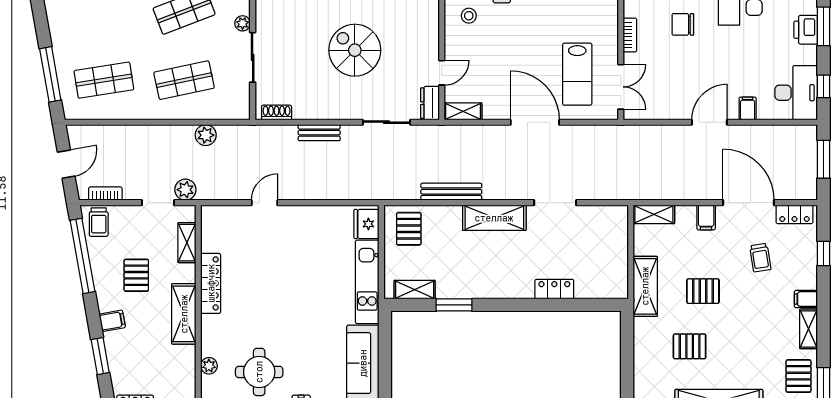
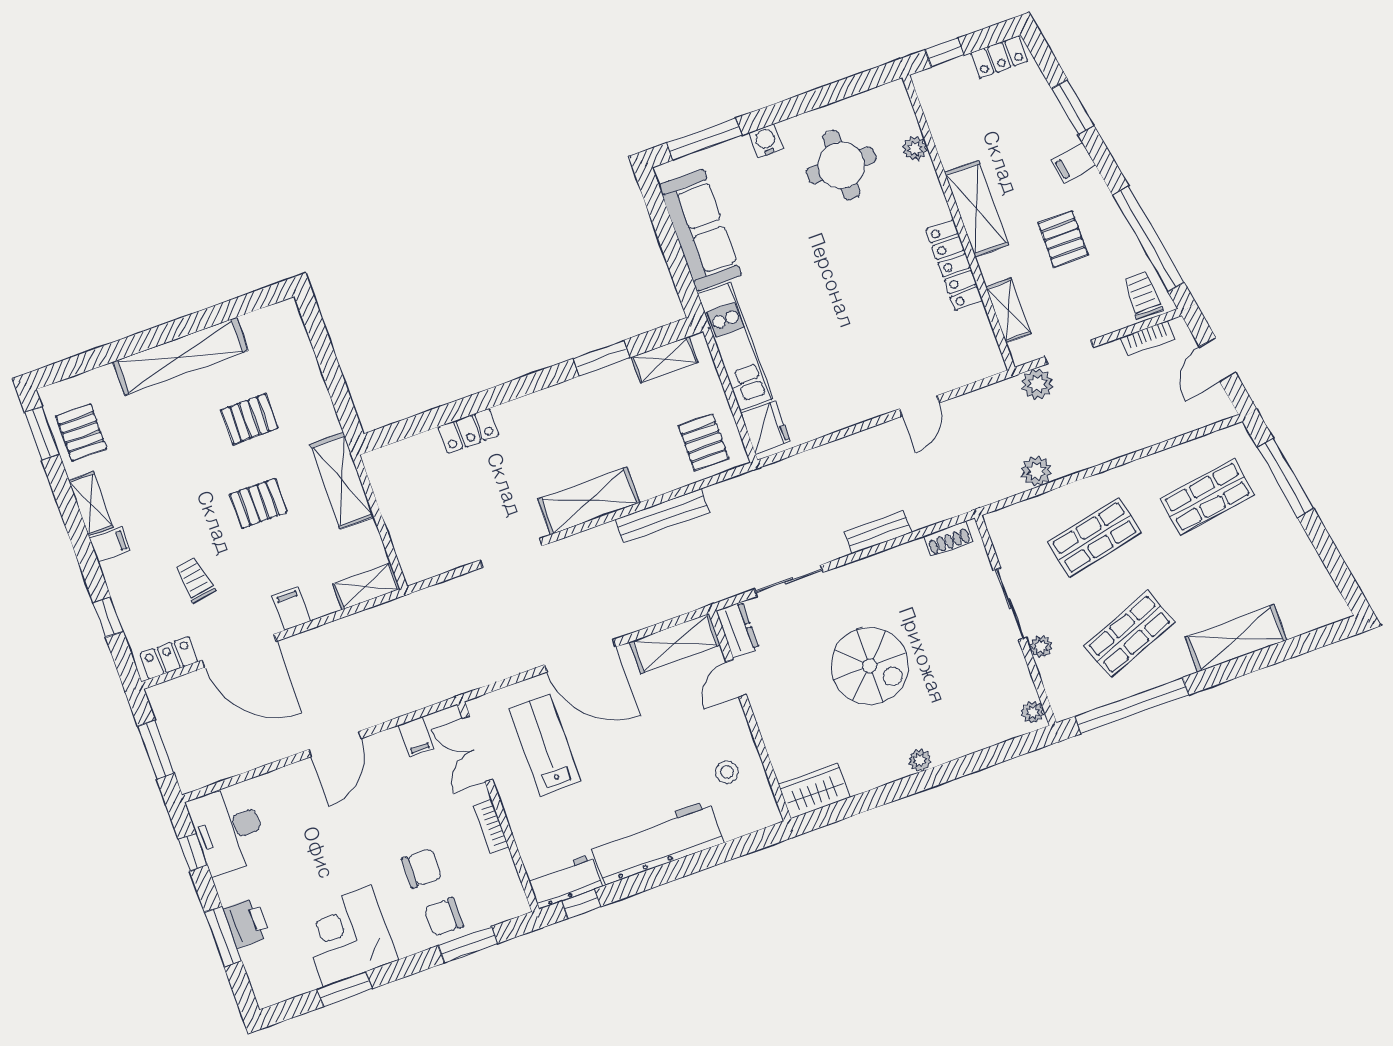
filing cabinet: (748, 108) -> (416, 737), moved
shelving: (463, 111) -> (675, 643), width x1.50, depth x1.33

